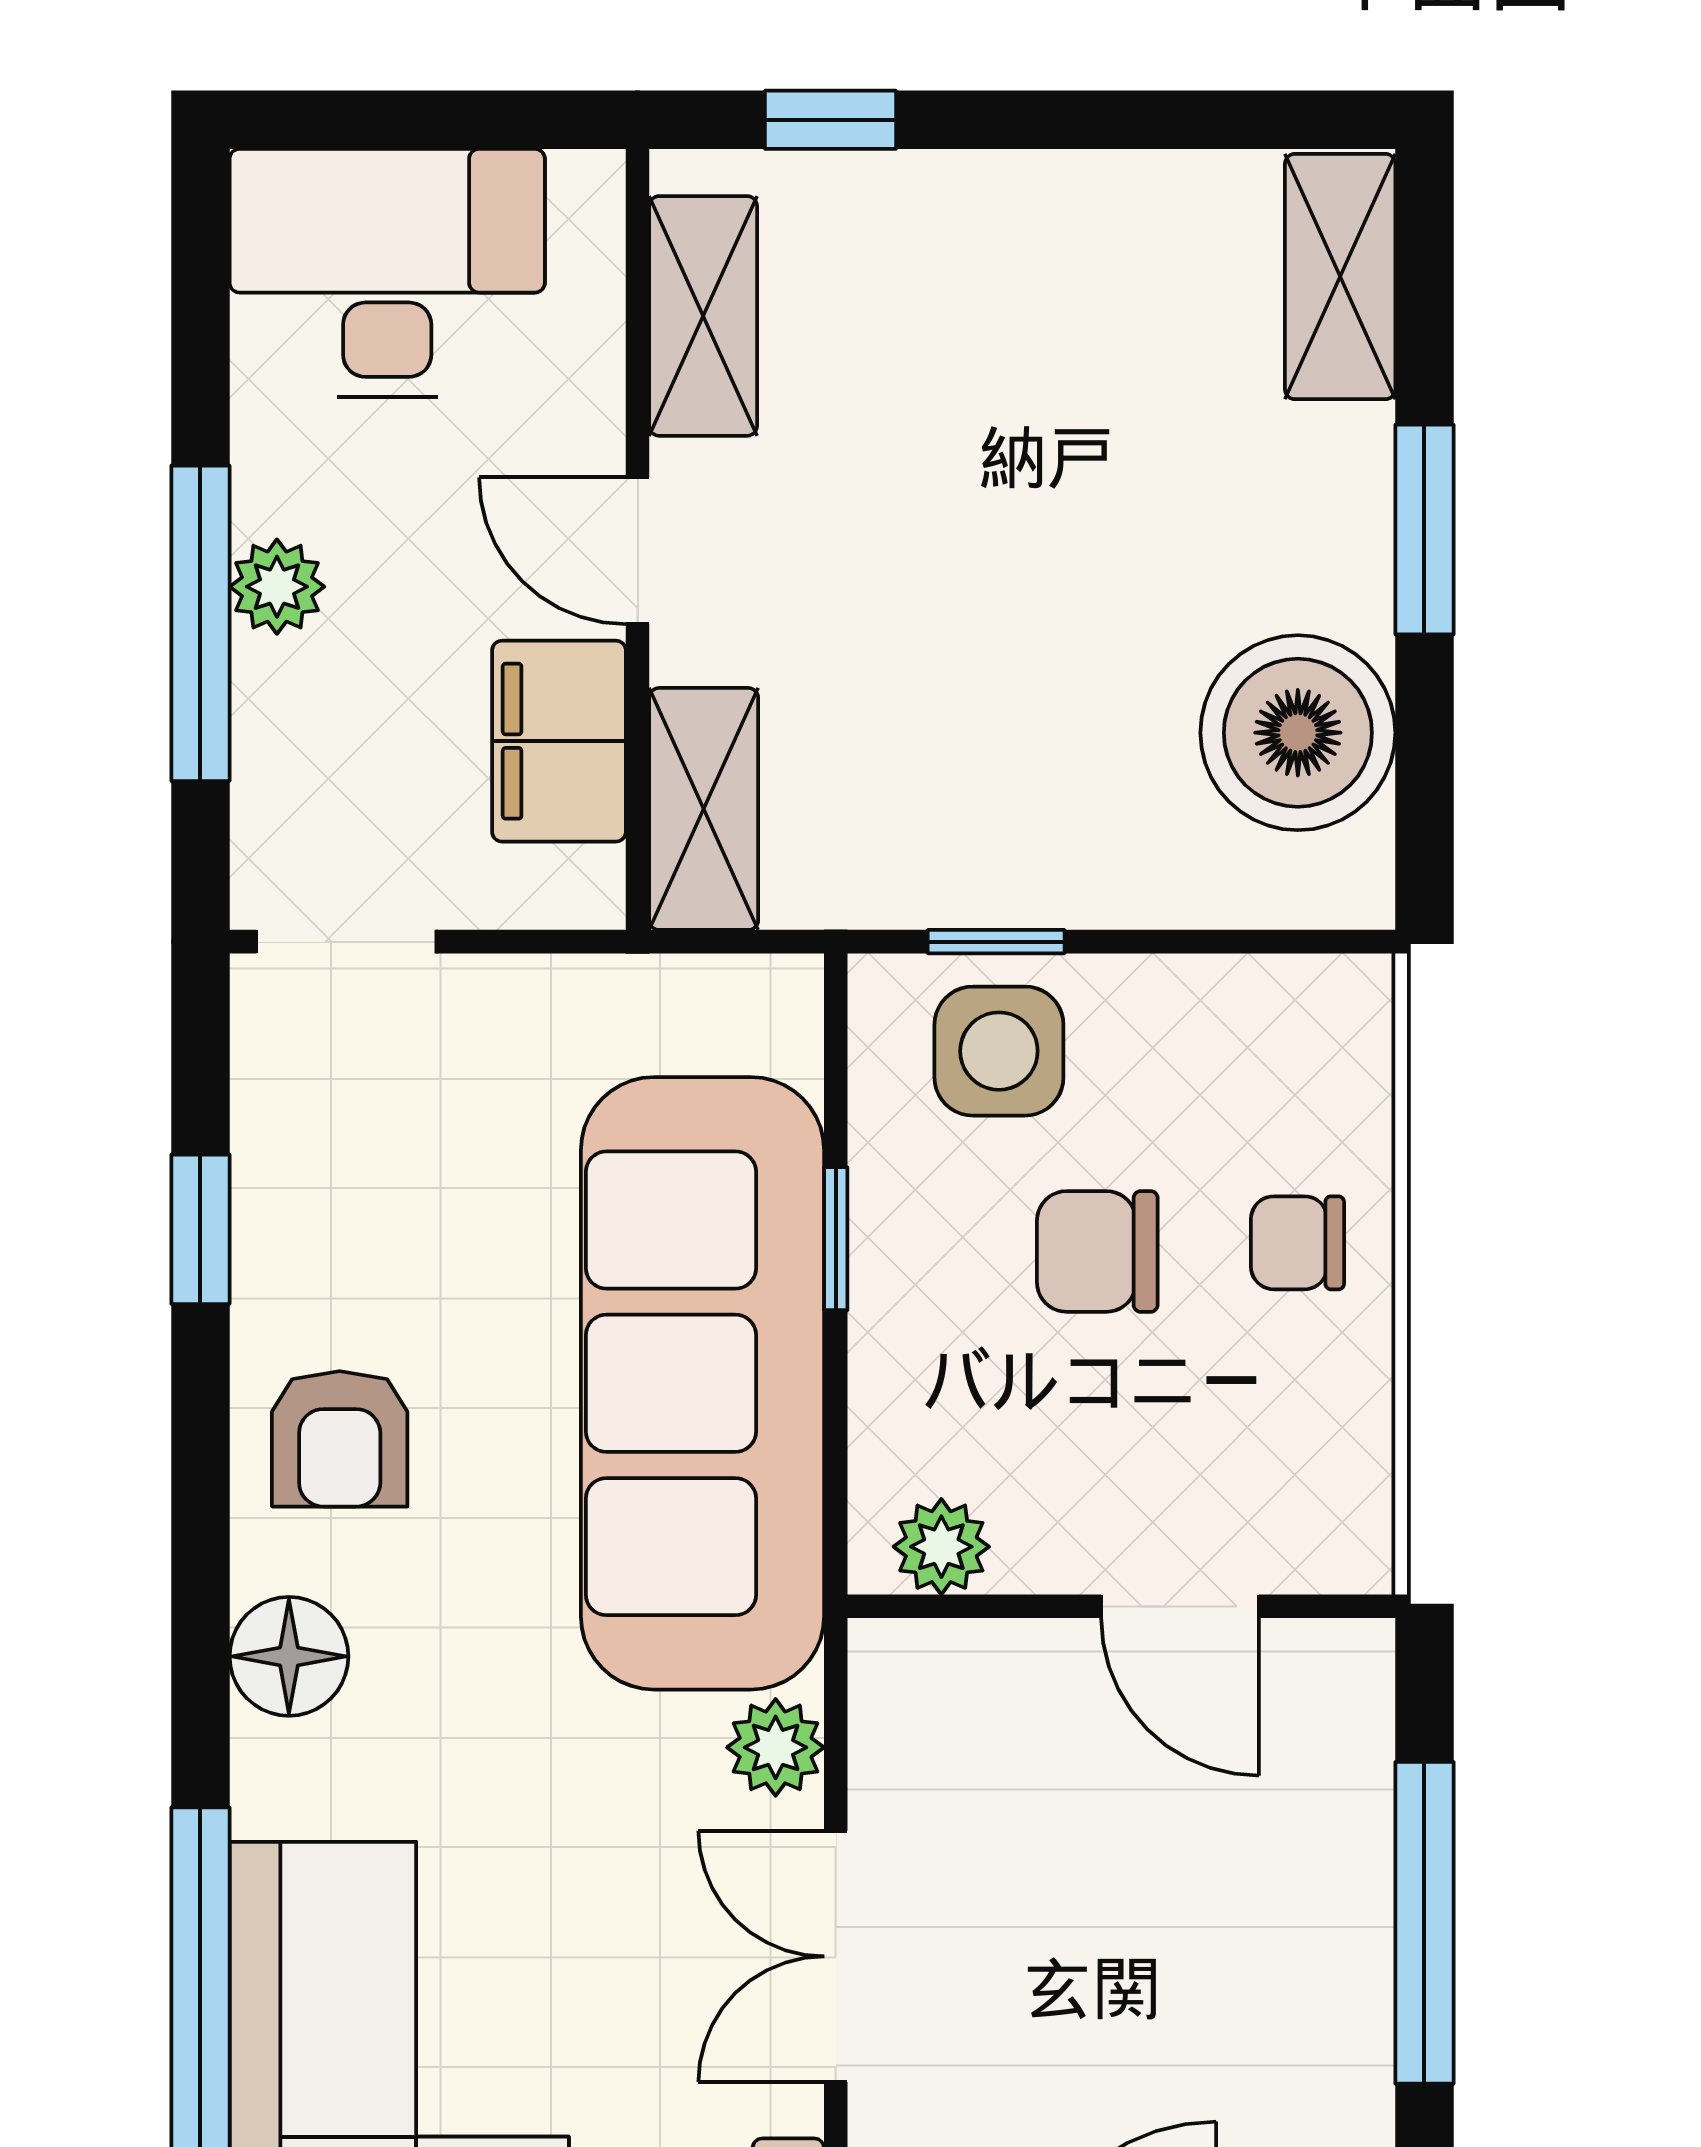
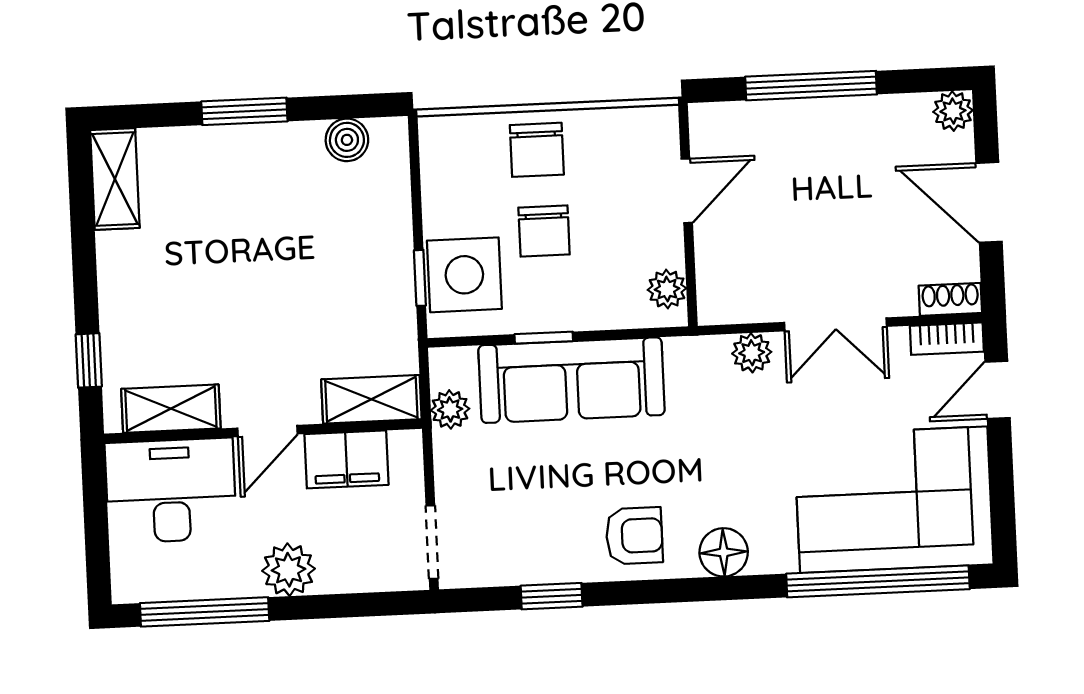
desk: (387, 273) -> (171, 491), moved, turned 90
shelving: (1340, 277) -> (115, 179), moved, turned 90
plant: (277, 587) -> (289, 570), width x1.38, depth x1.38
window: (200, 623) -> (205, 612), moved
boiler: (1298, 733) -> (347, 140), width x0.54, depth x0.54
plant: (670, 1001) -> (450, 409), added
side table: (999, 1051) -> (464, 275), width x1.37, depth x1.37
chair: (1297, 1243) -> (537, 150), width x1.37, depth x1.37
sofa: (703, 1383) -> (572, 380), width x0.74, depth x0.79

